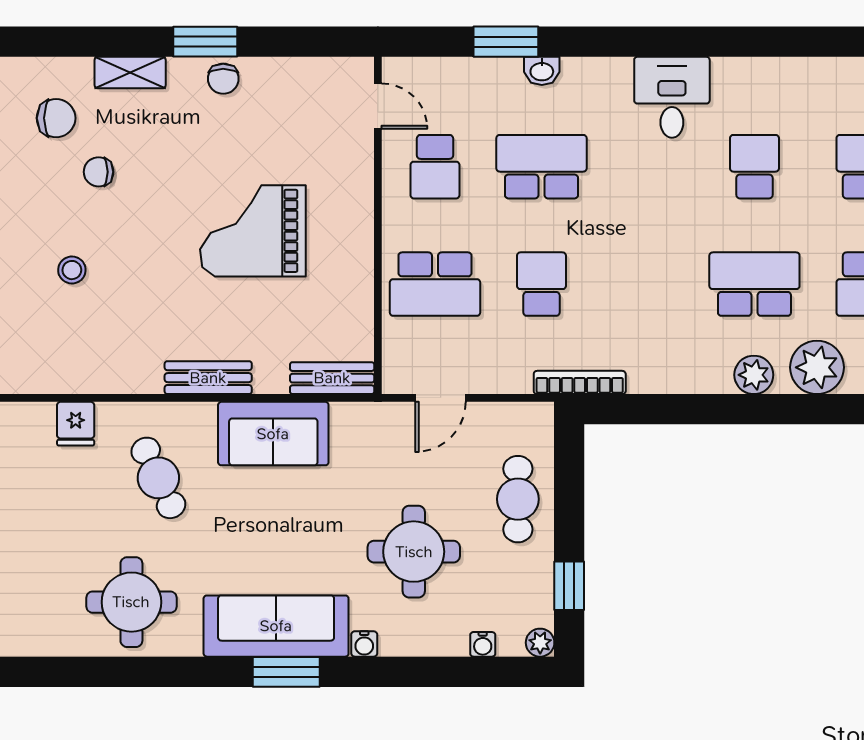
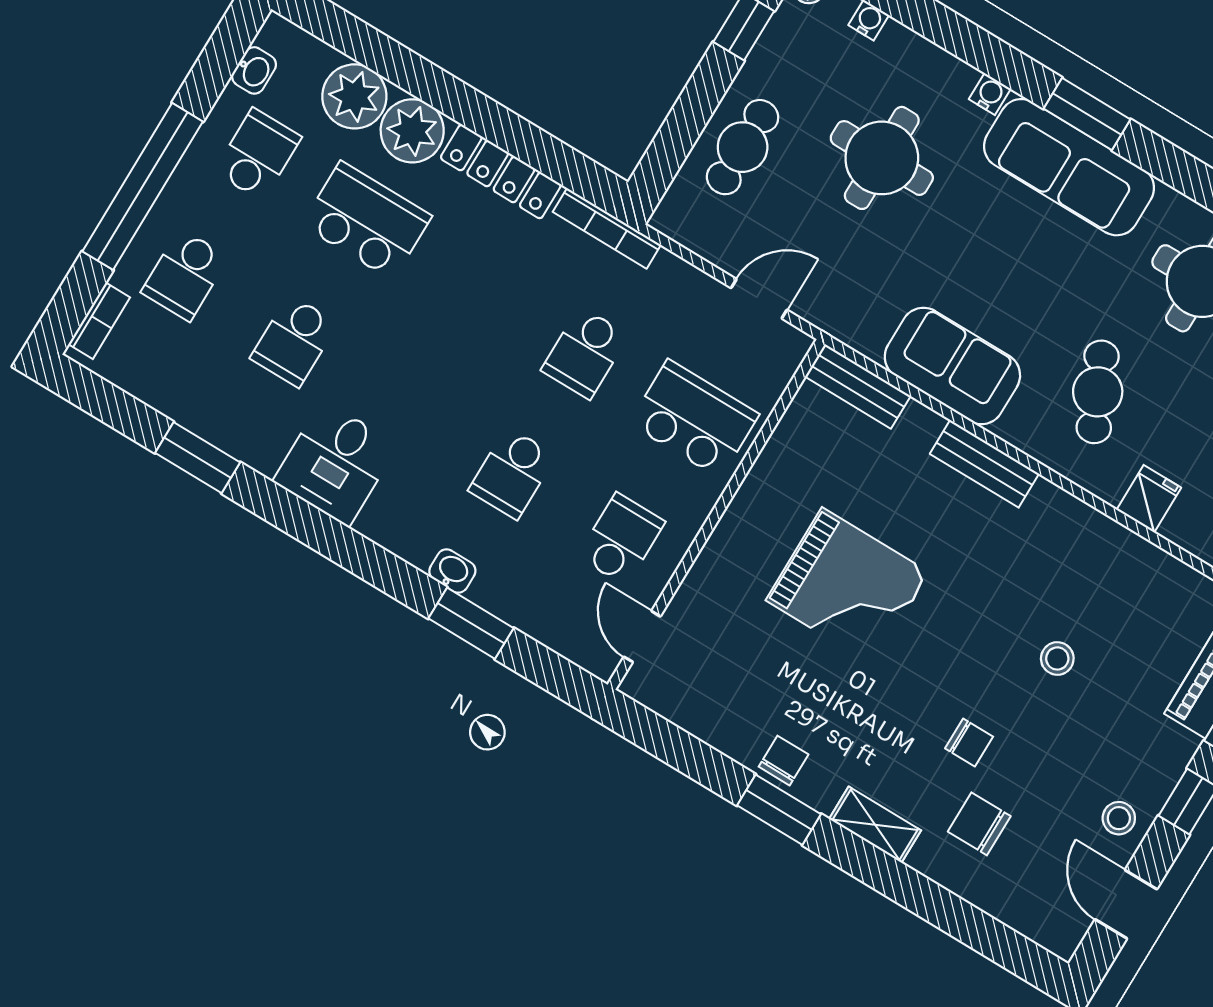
window: (773, 42) -> (198, 458), added
school desk: (541, 167) -> (512, 473), width x0.54
school desk: (754, 284) -> (367, 221), turned 180
plant: (754, 375) -> (412, 131), width x1.36, depth x1.36
locker: (680, 377) -> (501, 171), added

